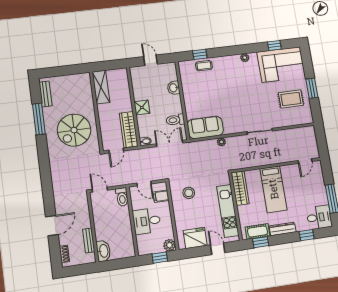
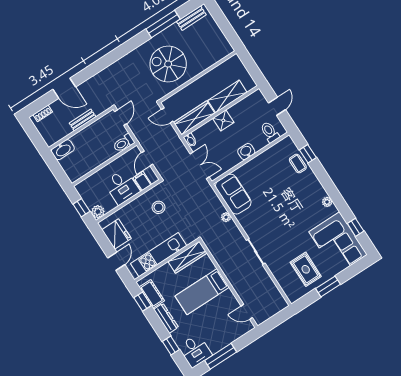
shelving: (101, 87) -> (227, 96), moved
washbasin: (174, 88) -> (246, 152), moved
toilet: (175, 120) -> (270, 132), moved
desk: (147, 221) -> (122, 187), moved, turned 180
bench: (89, 240) -> (83, 120), moved

